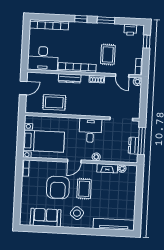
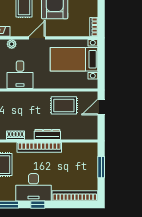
window: (25, 48) -> (101, 167), added
desk: (43, 58) -> (33, 187), moved, turned 180
door: (23, 88) -> (101, 107), moved

